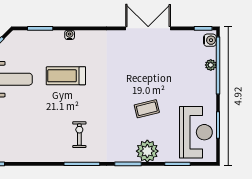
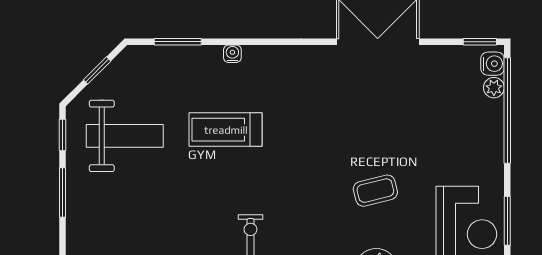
plant: (211, 65) -> (494, 88), moved

